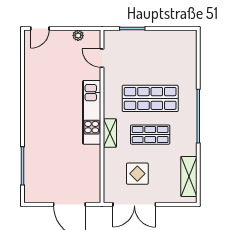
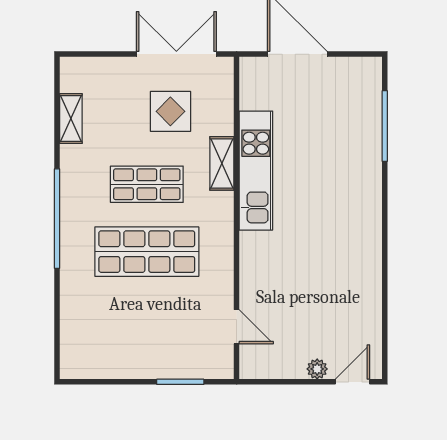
plant: (78, 35) -> (317, 369), moved
kitchen unit: (92, 112) -> (256, 171), moved
shelving: (110, 133) -> (222, 163), moved
shelving: (189, 176) -> (71, 119), width x0.67, depth x0.75

